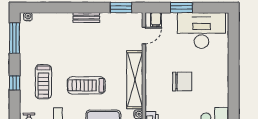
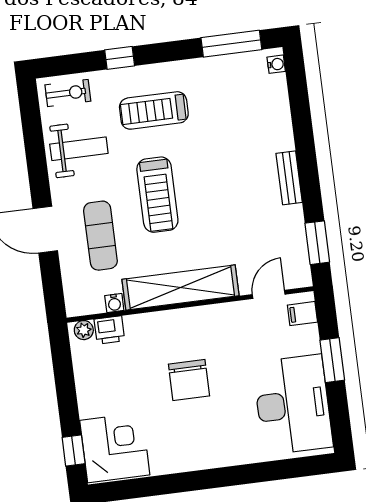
door: (144, 36) -> (269, 294), swing flipped
window: (15, 83) -> (120, 58), moved
treadmill: (86, 85) -> (157, 195), turned 180

